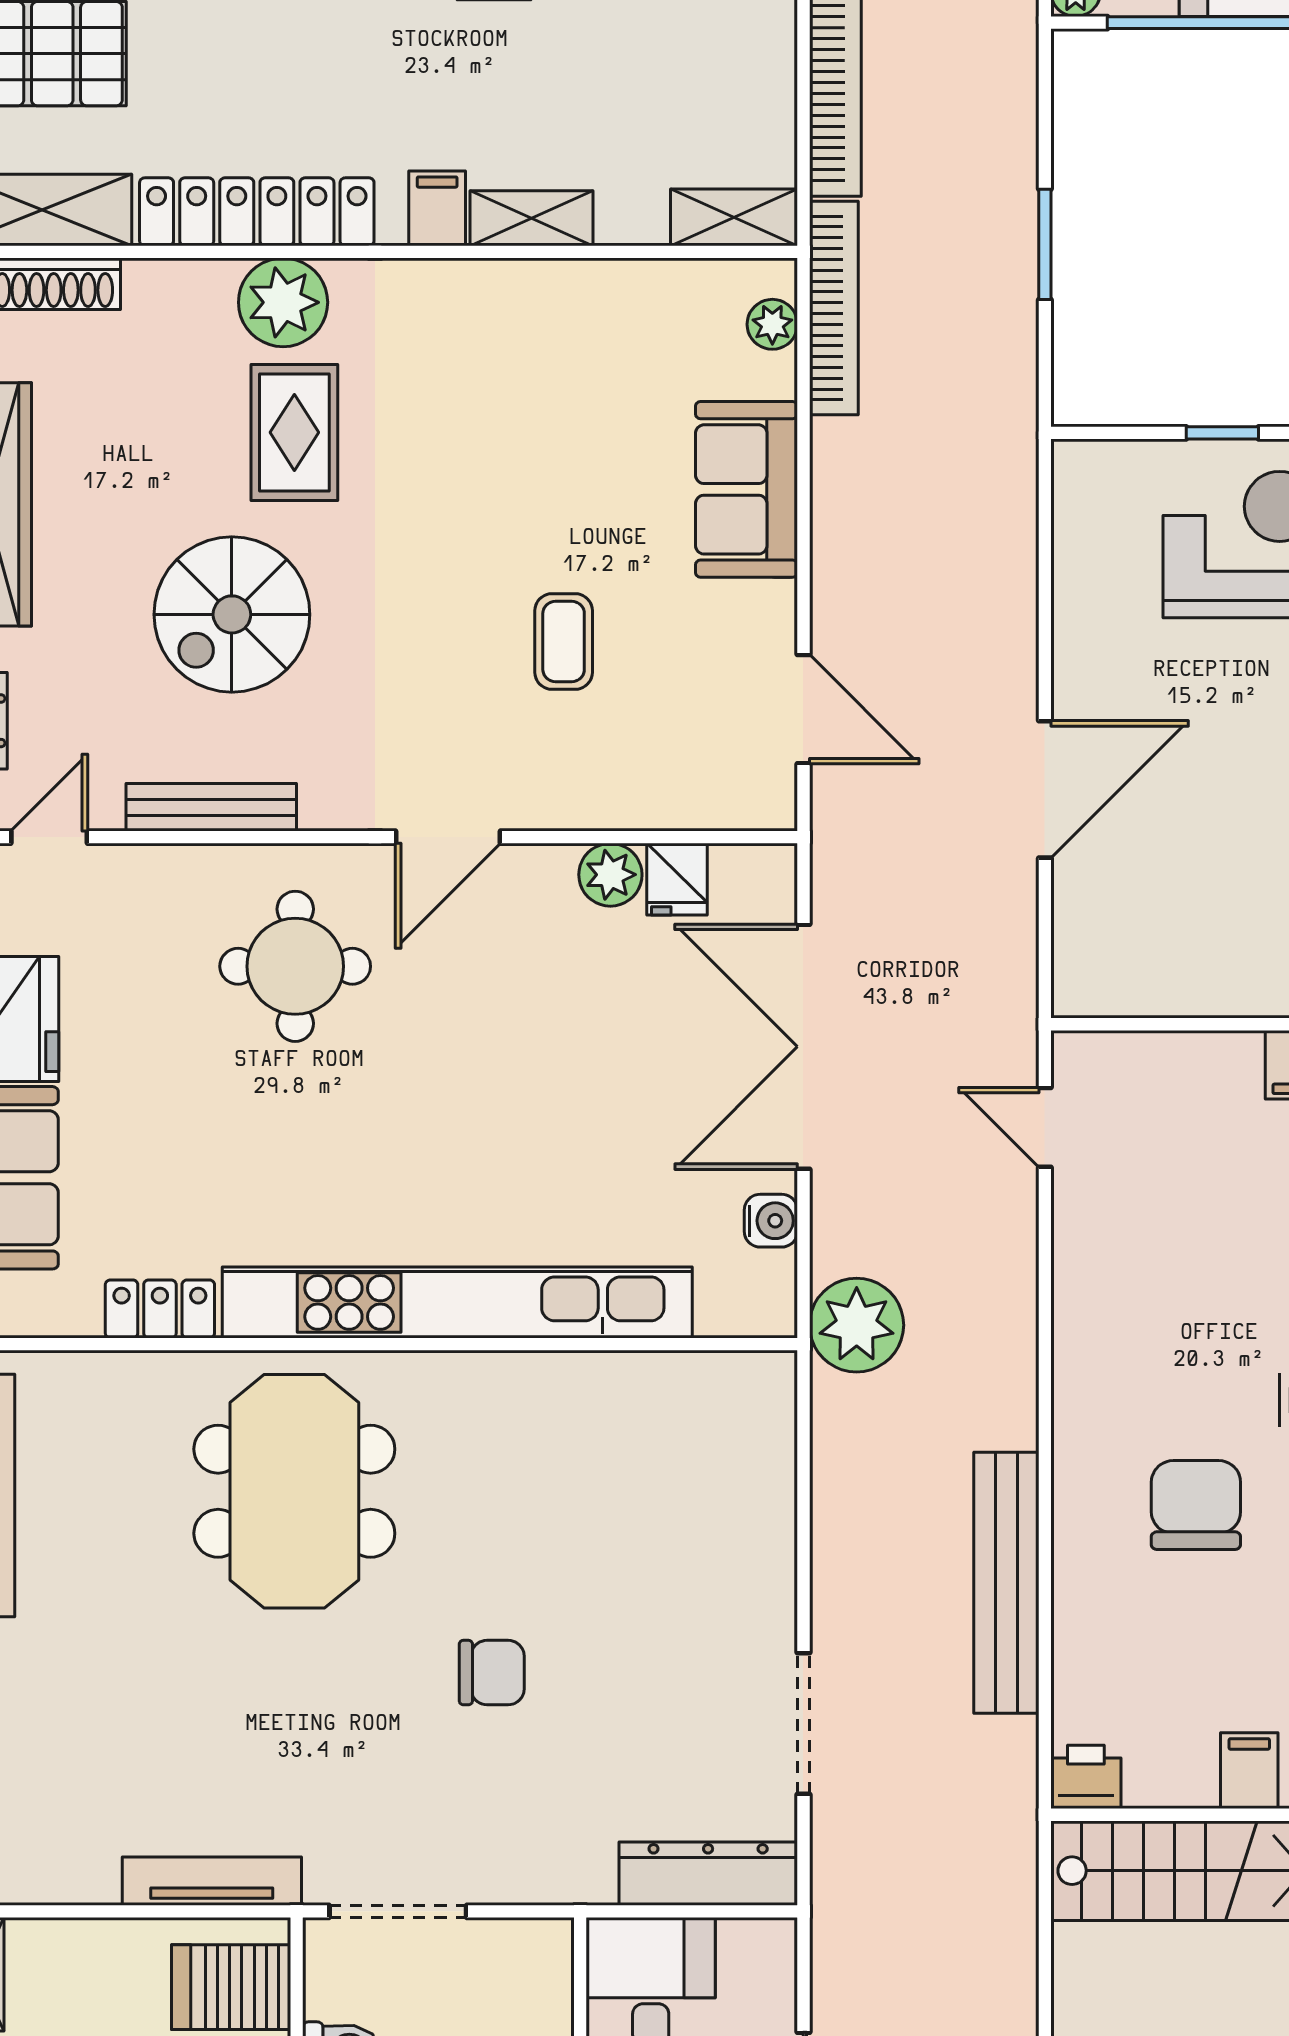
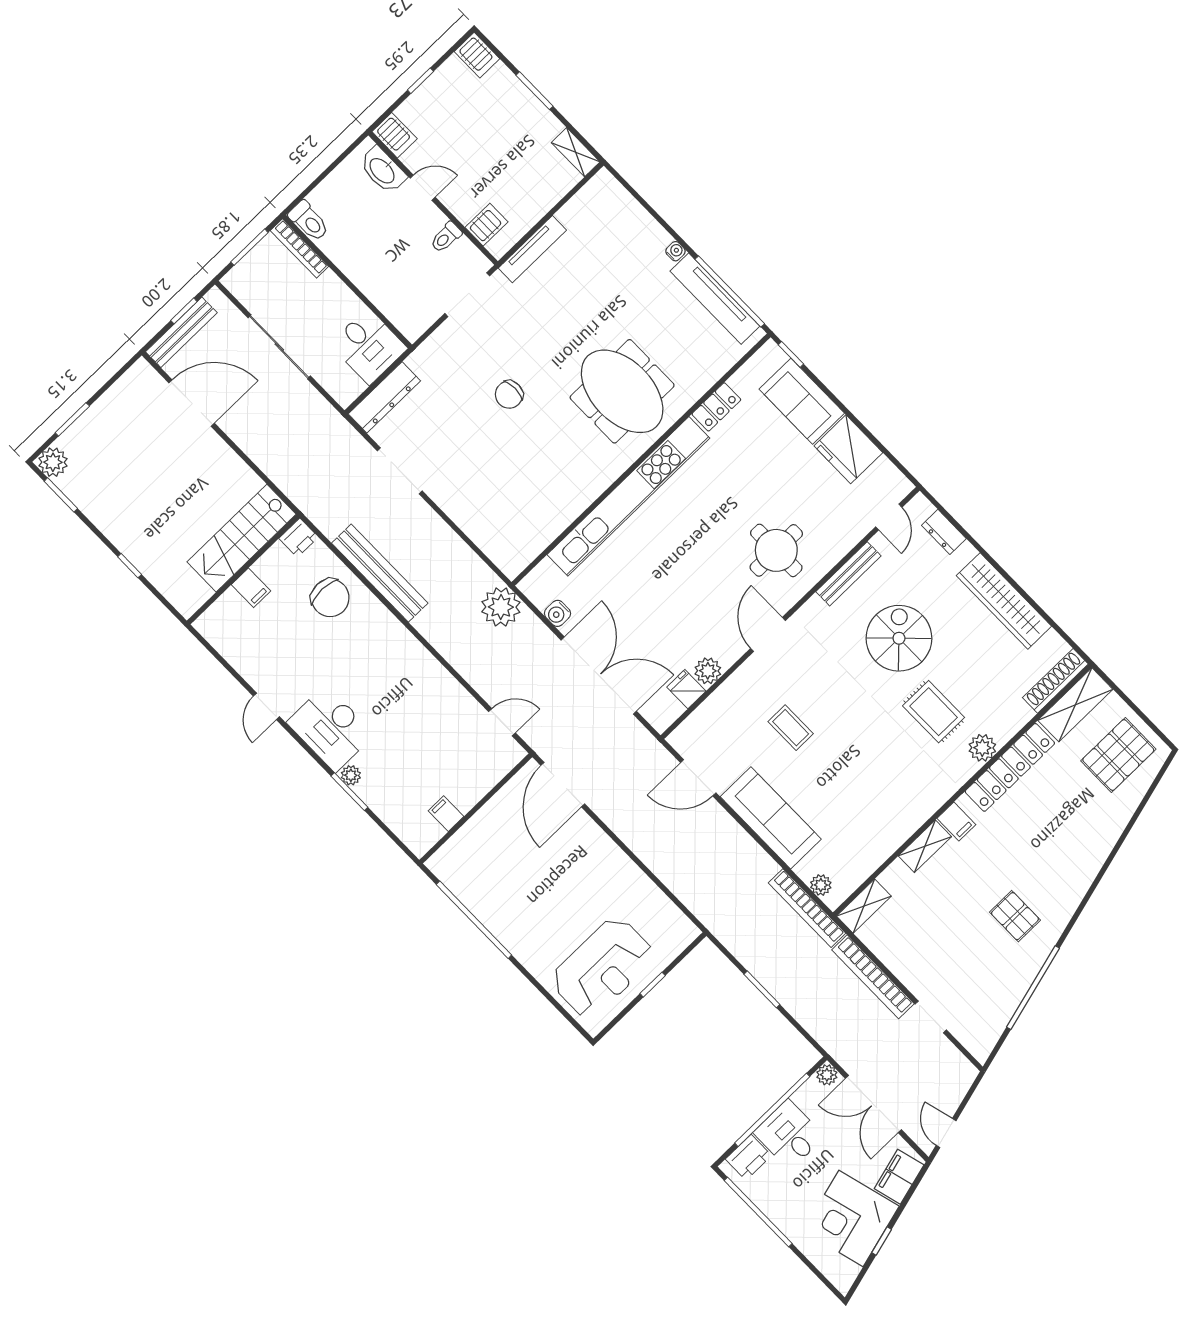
plant: (283, 302) -> (982, 748), width x0.73, depth x0.73
sofa: (747, 489) -> (771, 818), width x1.36
door: (1045, 789) -> (563, 785), moved
chair: (1196, 1505) -> (330, 598), moved
server rack: (231, 1987) -> (487, 225), width x0.73, depth x0.70

